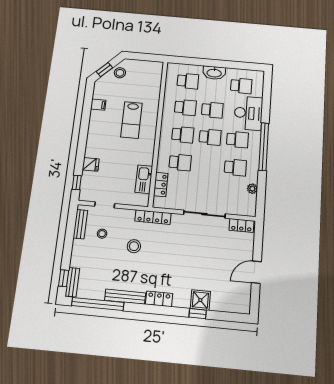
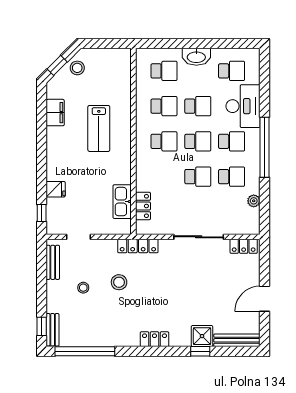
filing cabinet: (98, 105) -> (55, 113), width x2.00
school desk: (180, 162) -> (198, 177), moved
stool: (102, 234) -> (83, 288), moved
bench: (125, 297) -> (237, 340), moved

